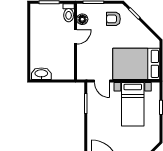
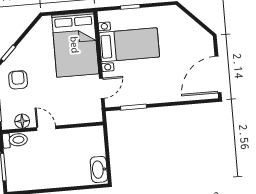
armchair: (113, 19) -> (18, 80), turned 180

